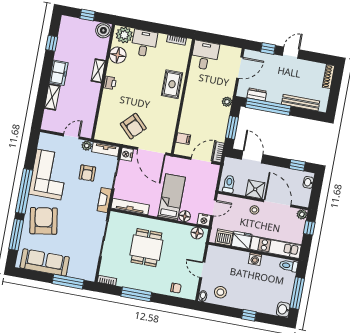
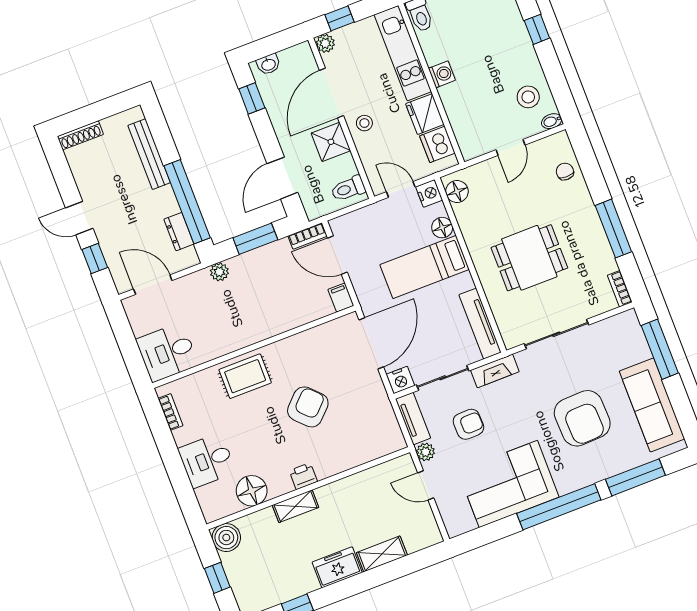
plant: (124, 35) -> (213, 500), removed
armchair: (133, 126) -> (308, 407), moved
filing cabinet: (183, 139) -> (341, 297), moved
armchair: (44, 221) -> (582, 418), moved, turned -83

